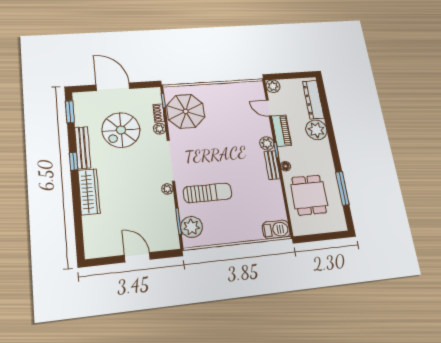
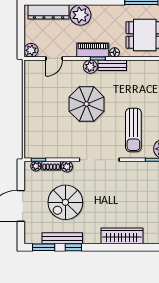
parasol: (186, 111) -> (87, 104), moved
spiral stairs: (121, 130) -> (65, 202), turned 90
piano: (281, 131) -> (93, 50), moved
bench: (83, 148) -> (62, 238), moved
window: (74, 161) -> (73, 247), moved
plant: (167, 189) -> (36, 166), moved
sun lounger: (208, 193) -> (133, 130), turned 180

